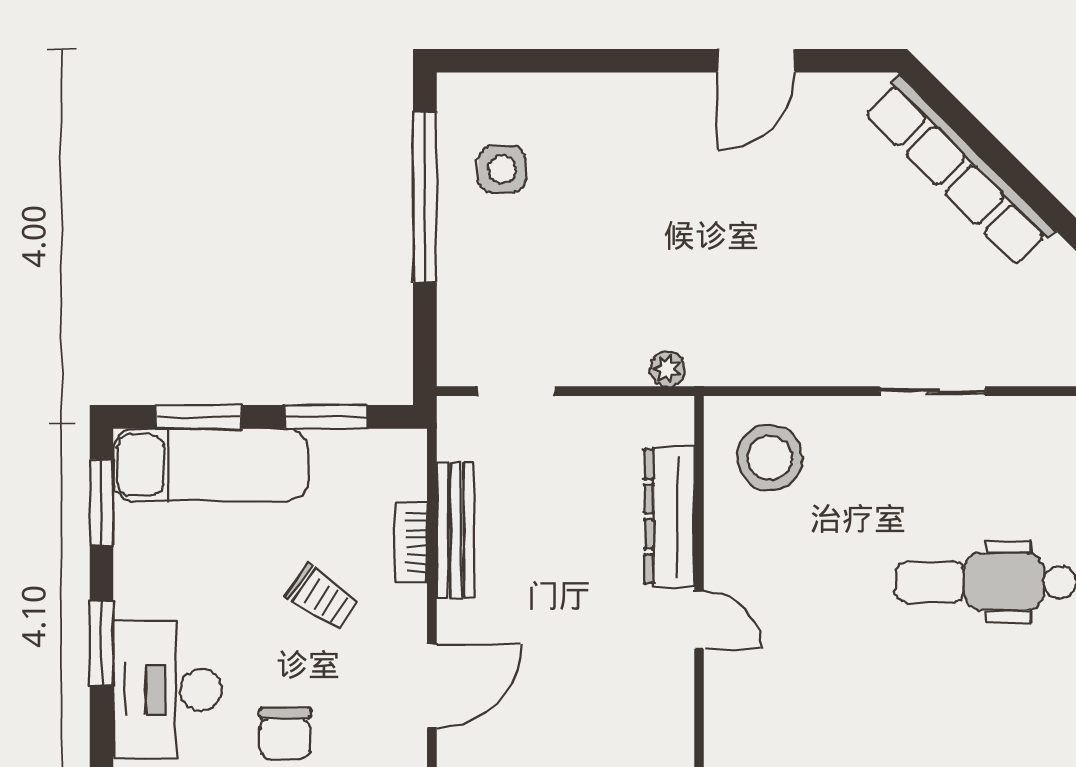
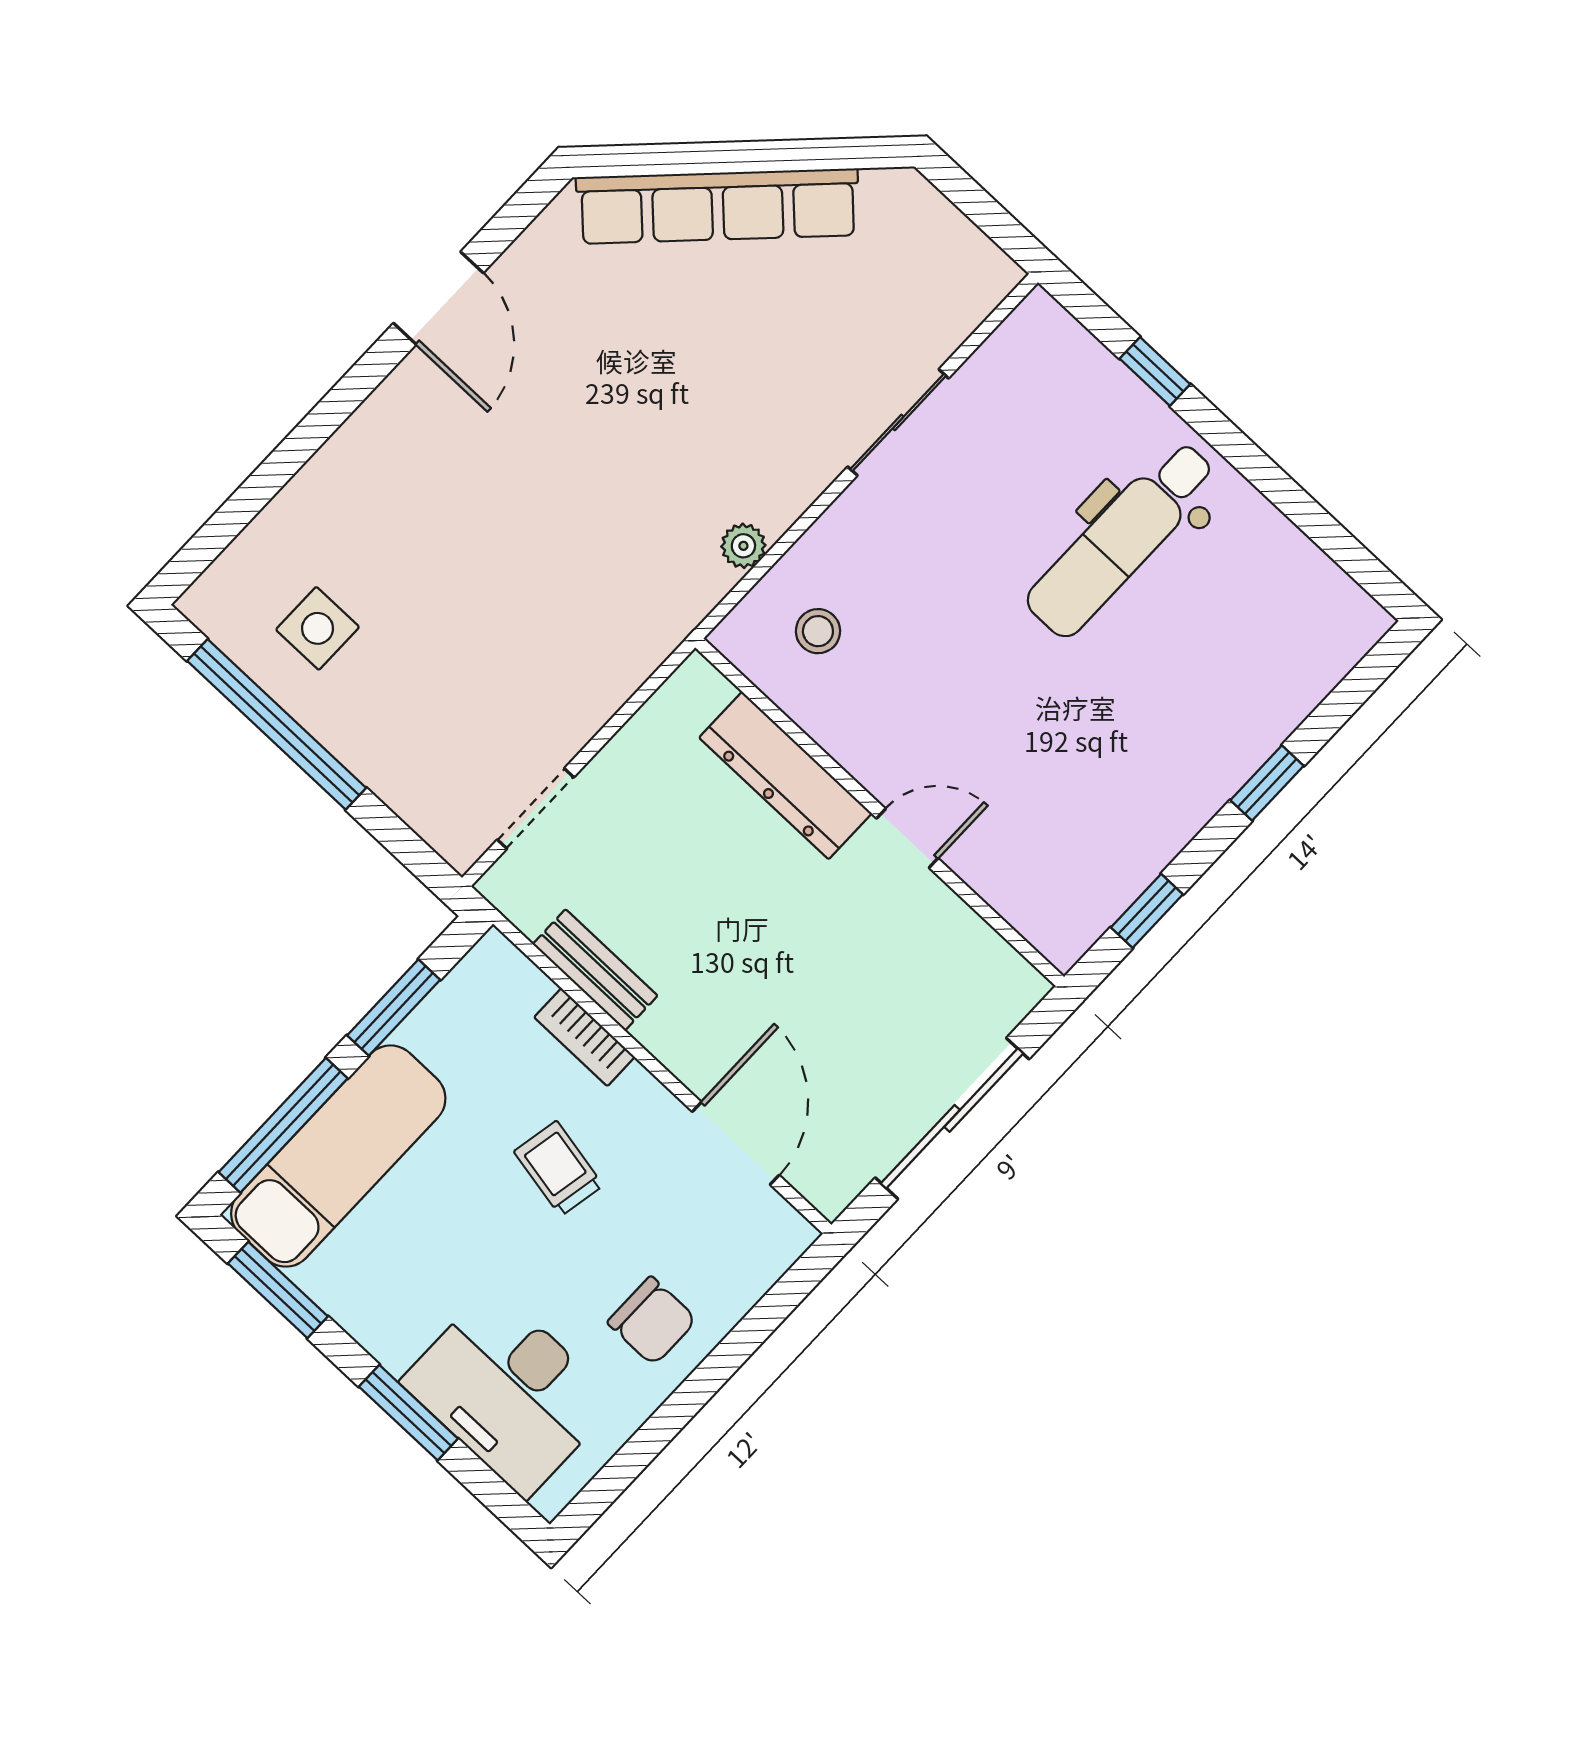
plant: (668, 369) -> (743, 546), moved
window: (199, 417) -> (283, 1125), width x1.44
stool: (770, 458) -> (818, 631), width x0.53, depth x0.53
bench: (456, 530) -> (595, 970), width x0.73
trolley: (322, 598) -> (559, 1169), turned -114

